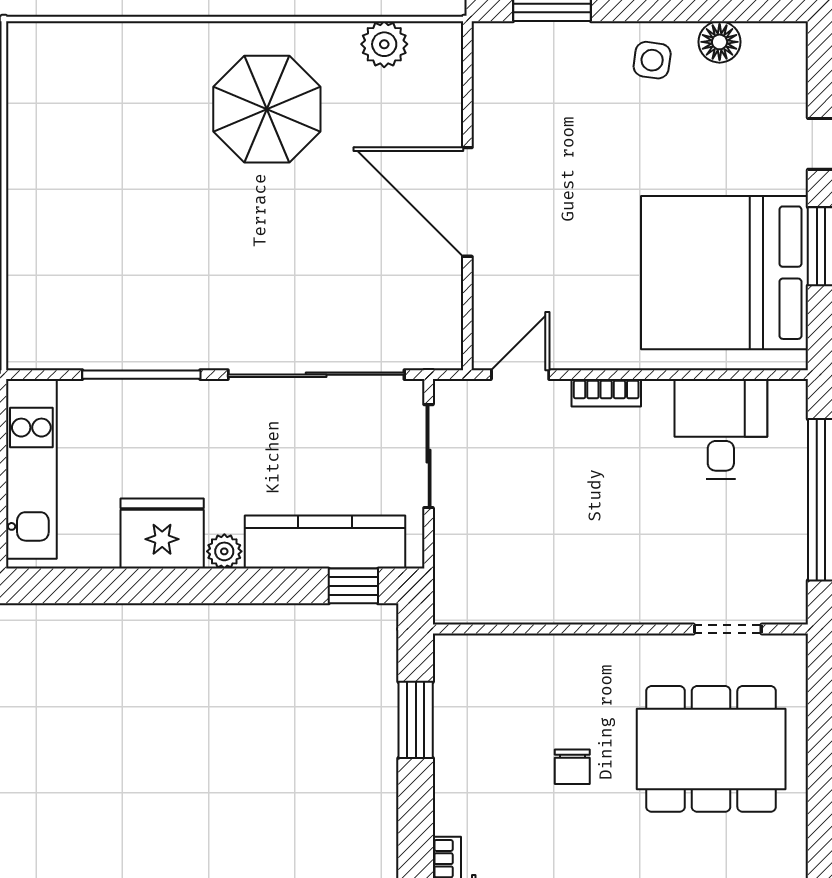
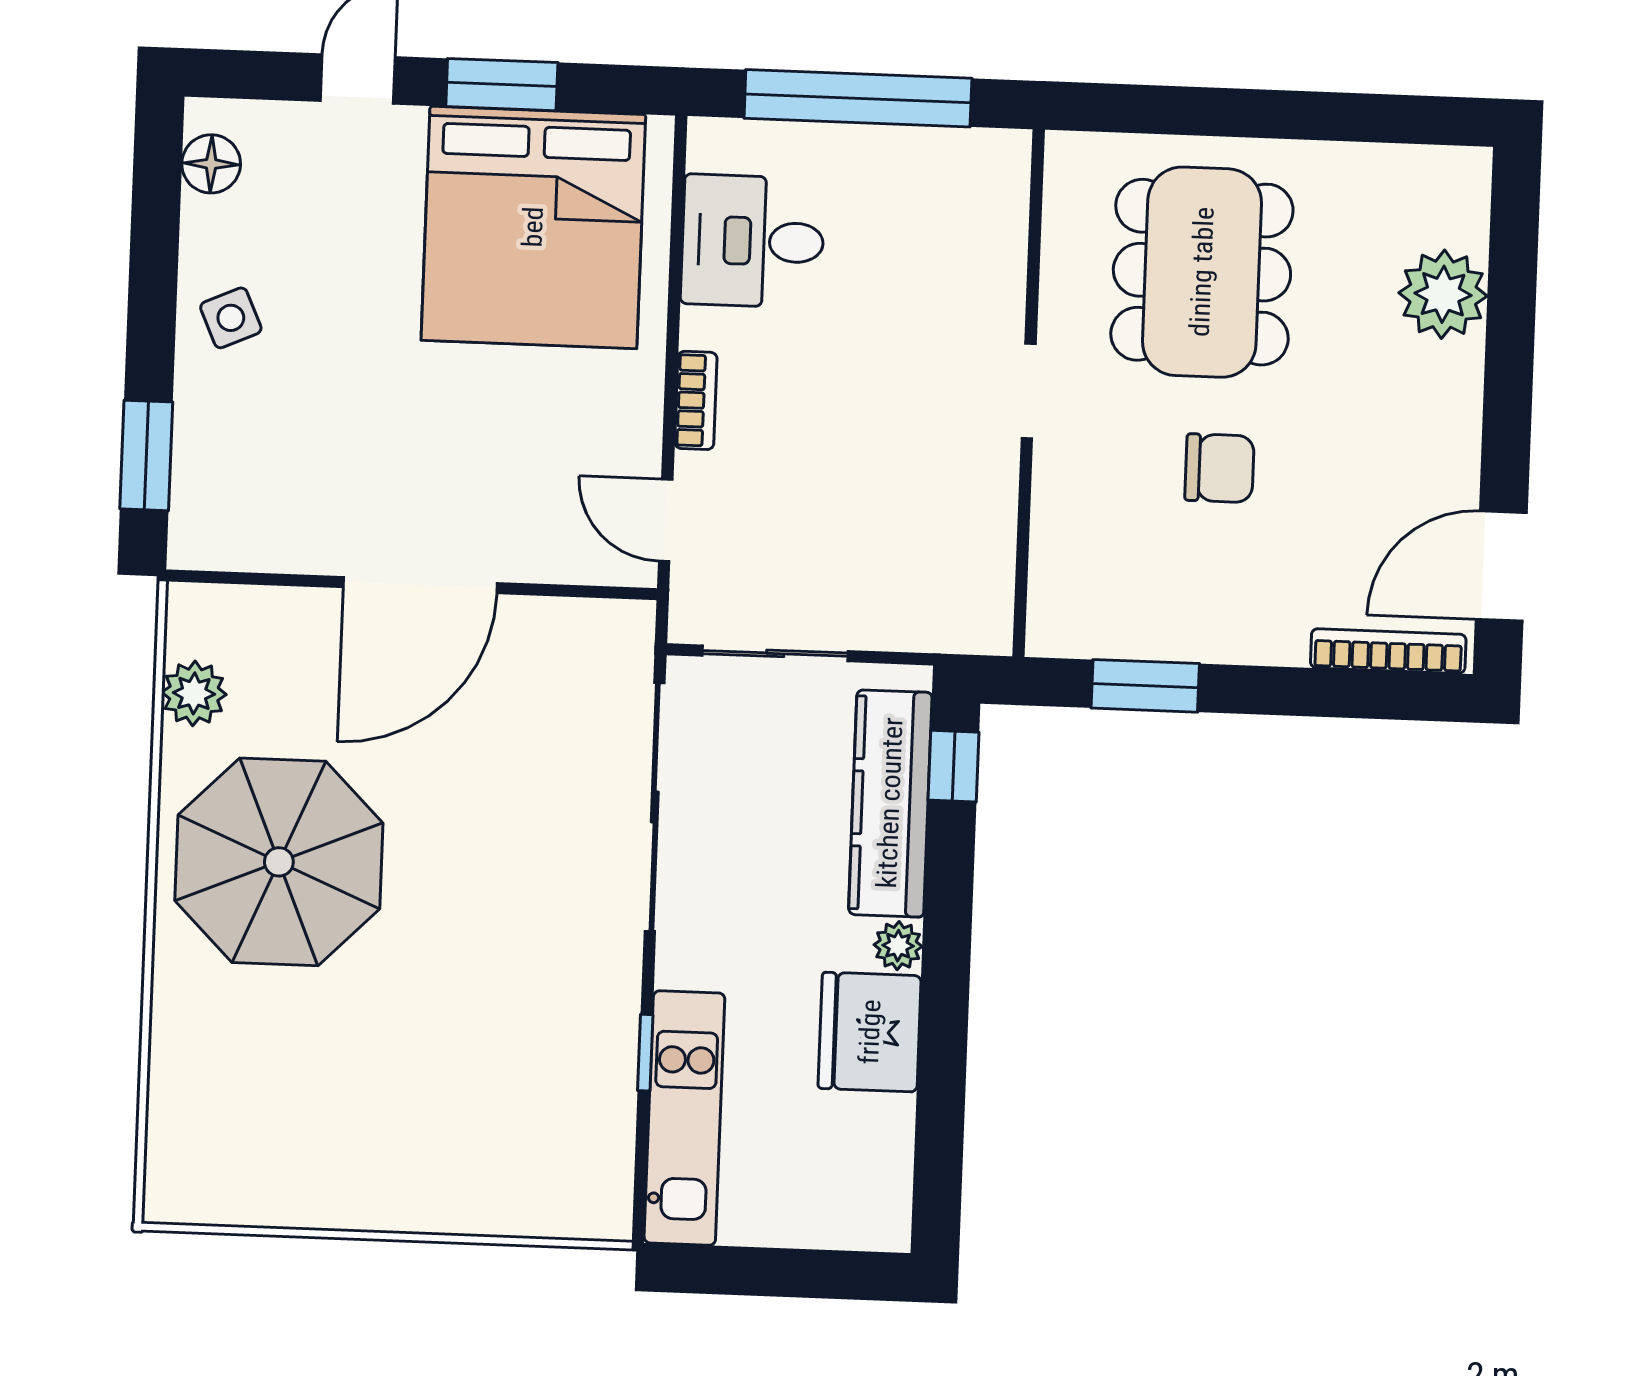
floor lamp: (720, 42) -> (211, 164), moved
side table: (652, 60) -> (231, 318), turned -32
parasol: (267, 109) -> (279, 862), width x1.36, depth x1.36
window: (141, 375) -> (645, 1053), width x0.46
kitchen unit: (31, 469) -> (684, 1118), moved, turned 90
doorway: (728, 629) -> (1029, 391), moved
chair: (572, 767) -> (1219, 468), width x1.37, depth x1.37

